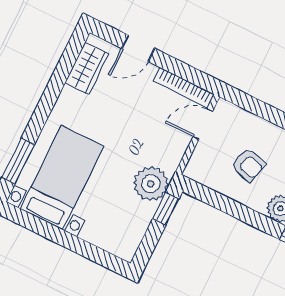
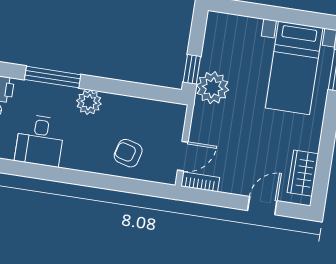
bookcase: (184, 88) -> (200, 182), width x0.64
armchair: (248, 165) -> (128, 153), moved

